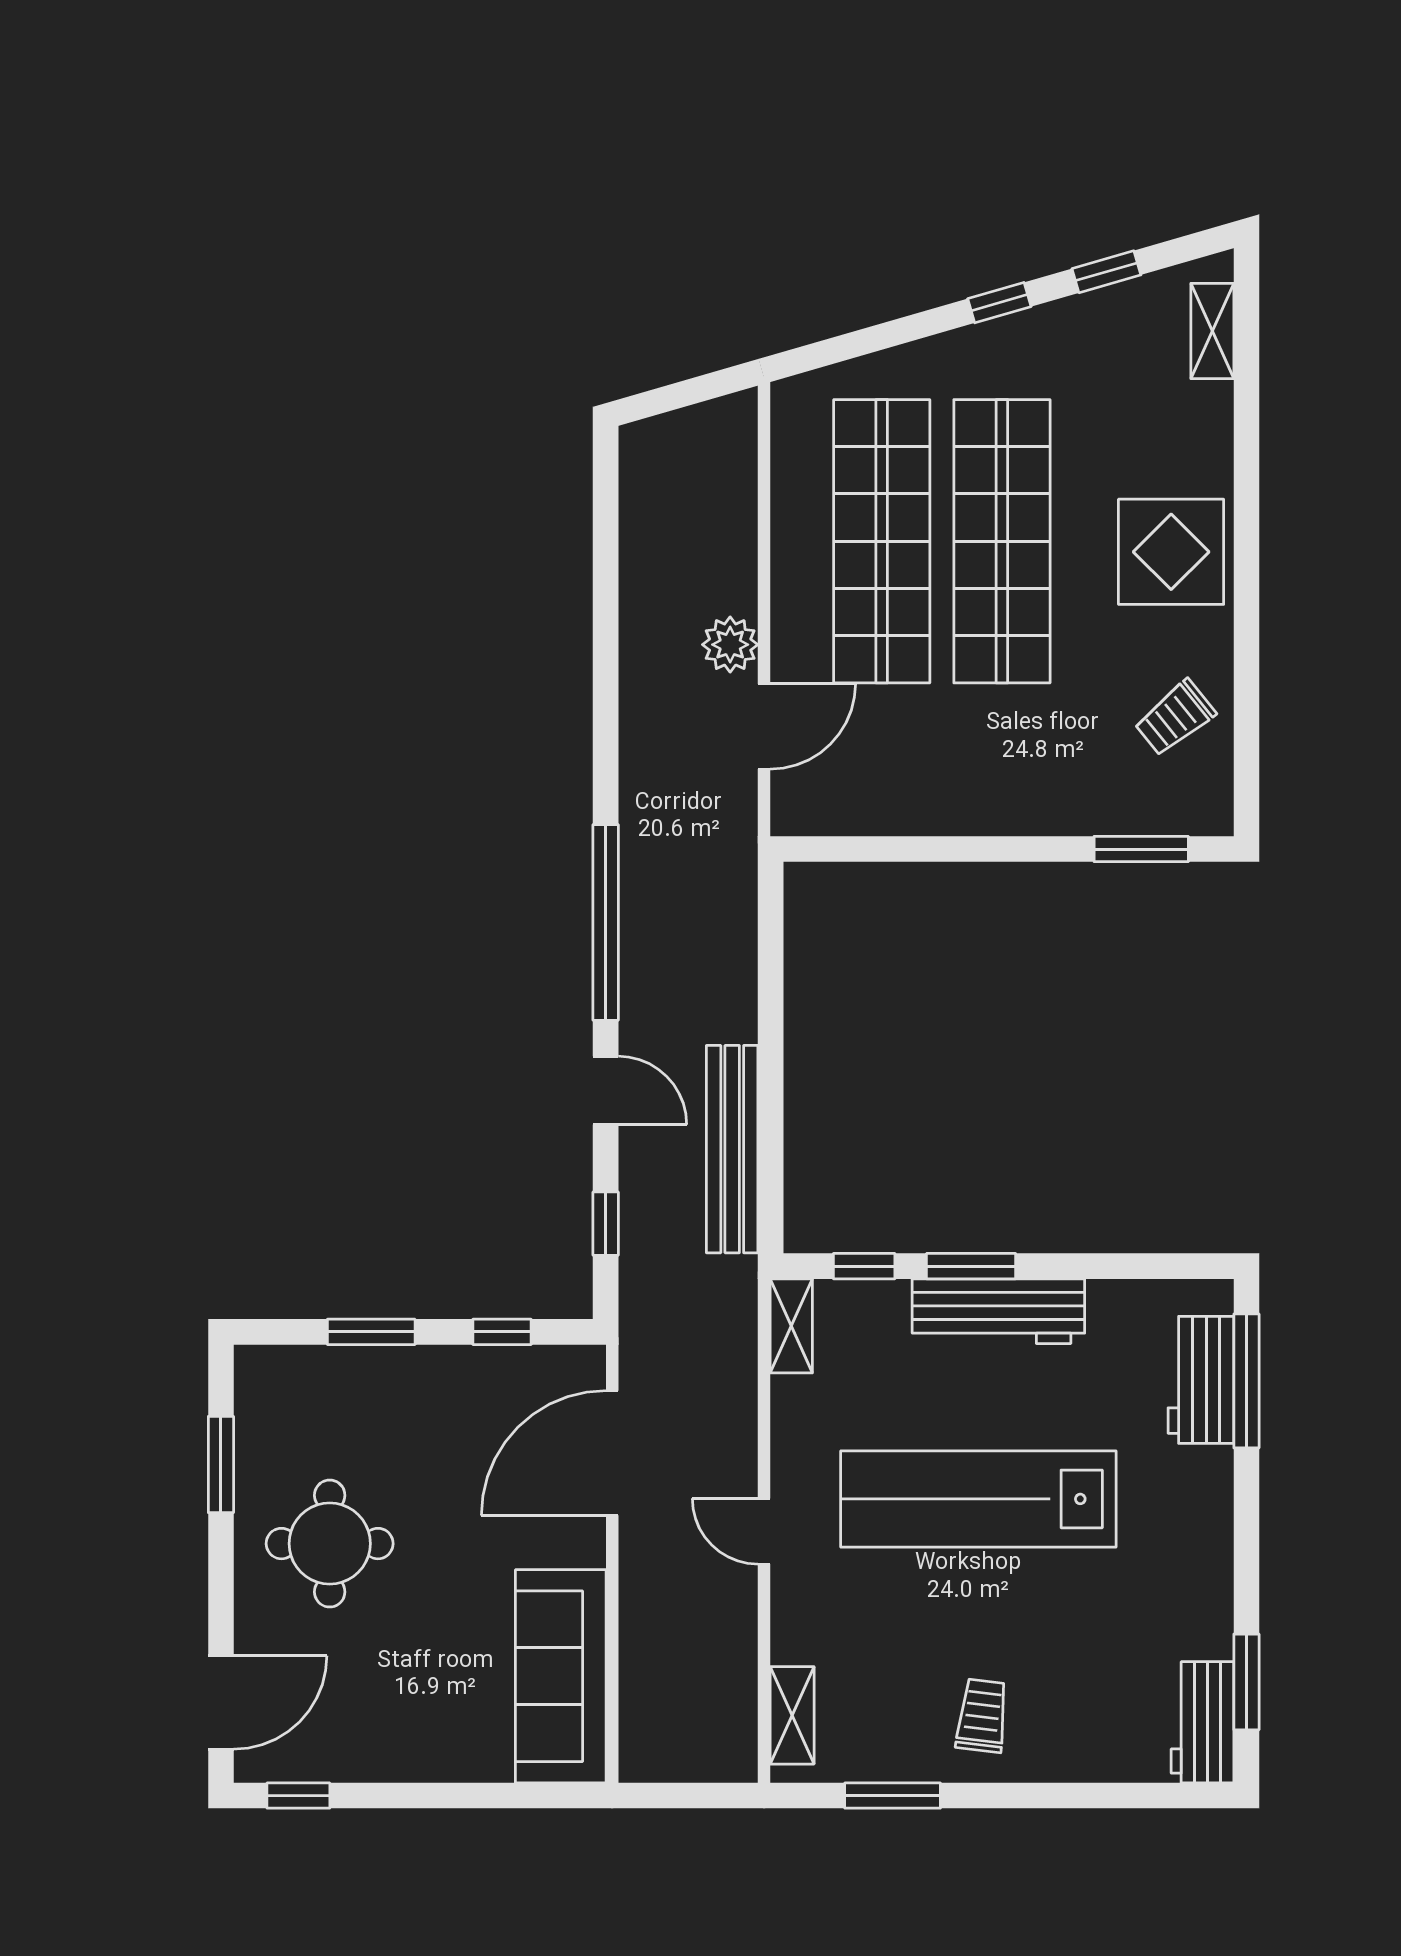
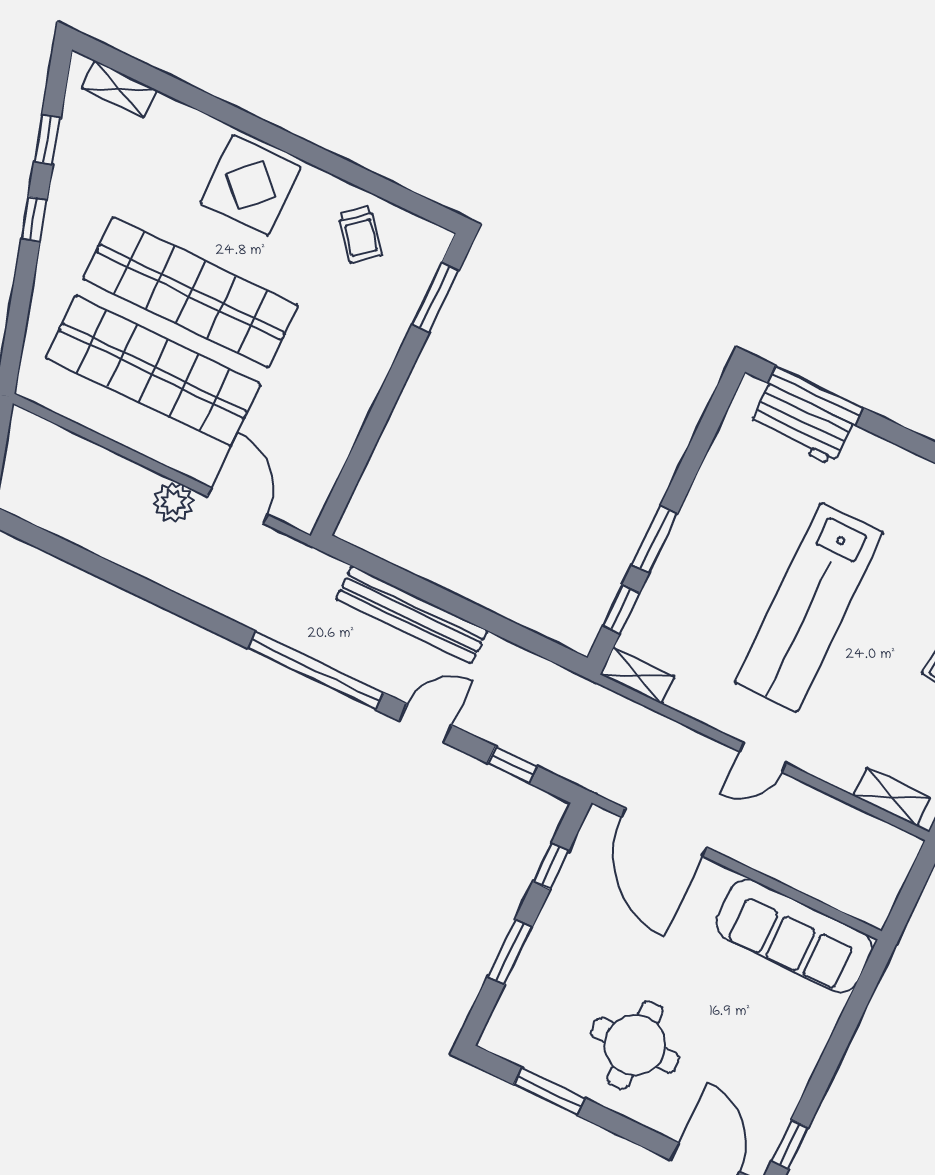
bench: (732, 1149) -> (412, 615), moved
workbench: (998, 1311) -> (693, 536), removed

